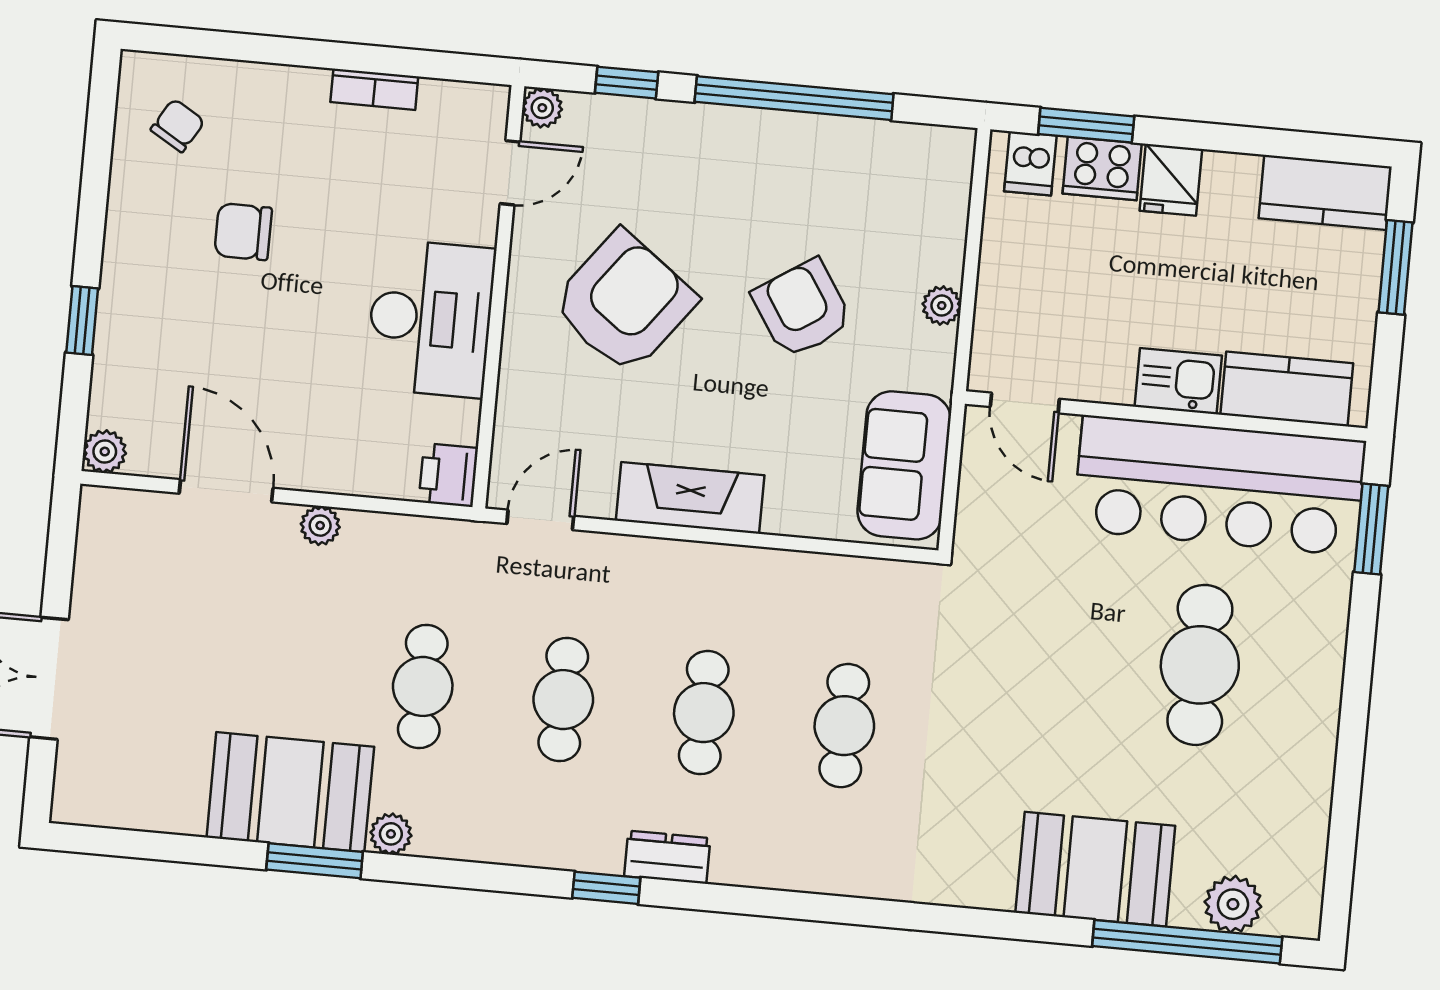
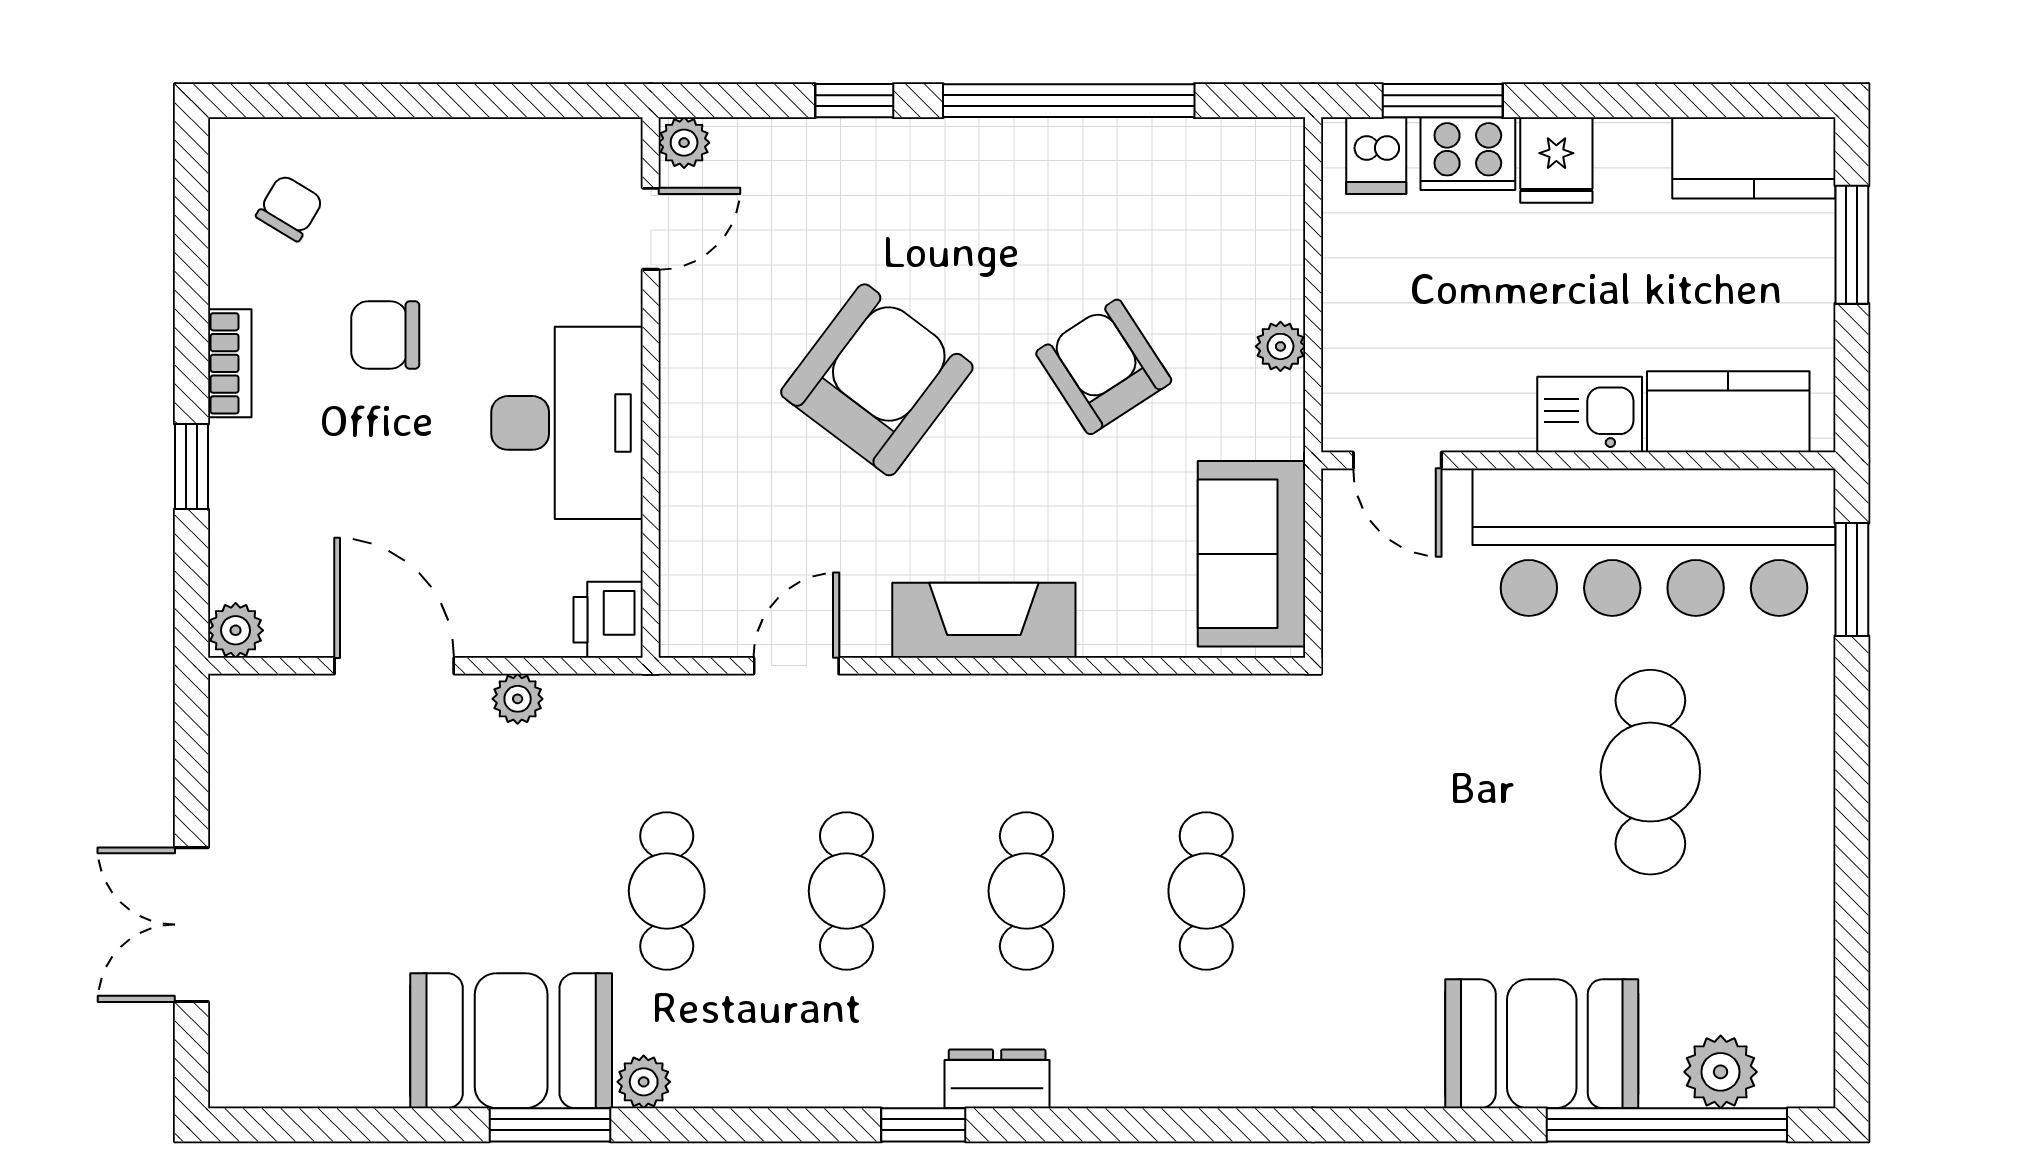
bookcase: (374, 89) -> (230, 363), moved, turned -90
plant: (542, 108) -> (684, 143), moved
door: (510, 173) -> (651, 229), moved
wall: (498, 297) -> (651, 387), moved
desk: (431, 318) -> (567, 423), moved
printer: (448, 475) -> (608, 620), moved

